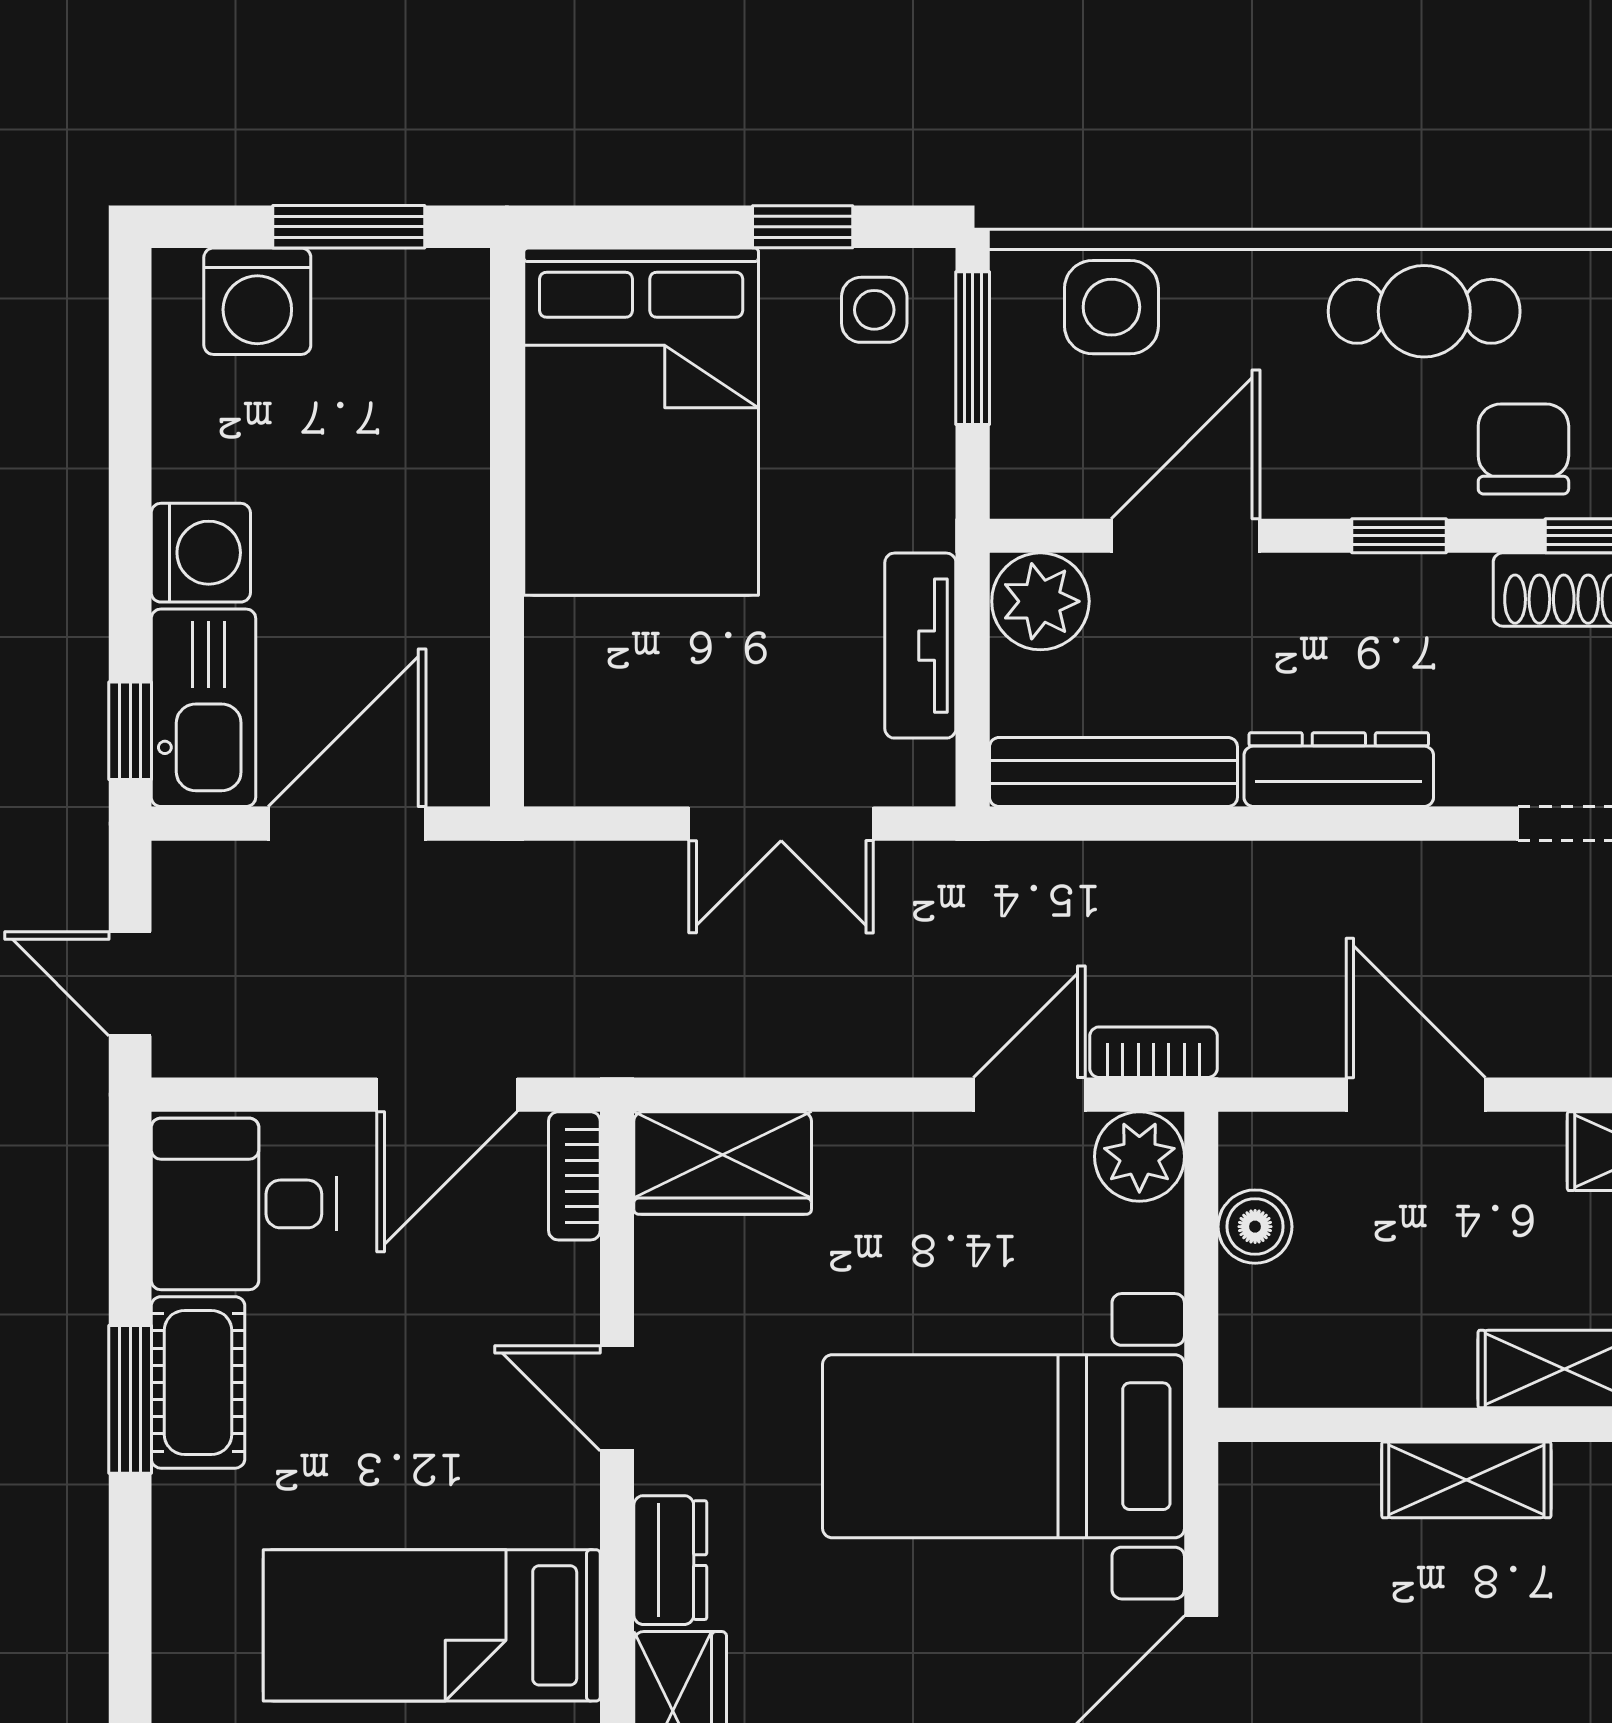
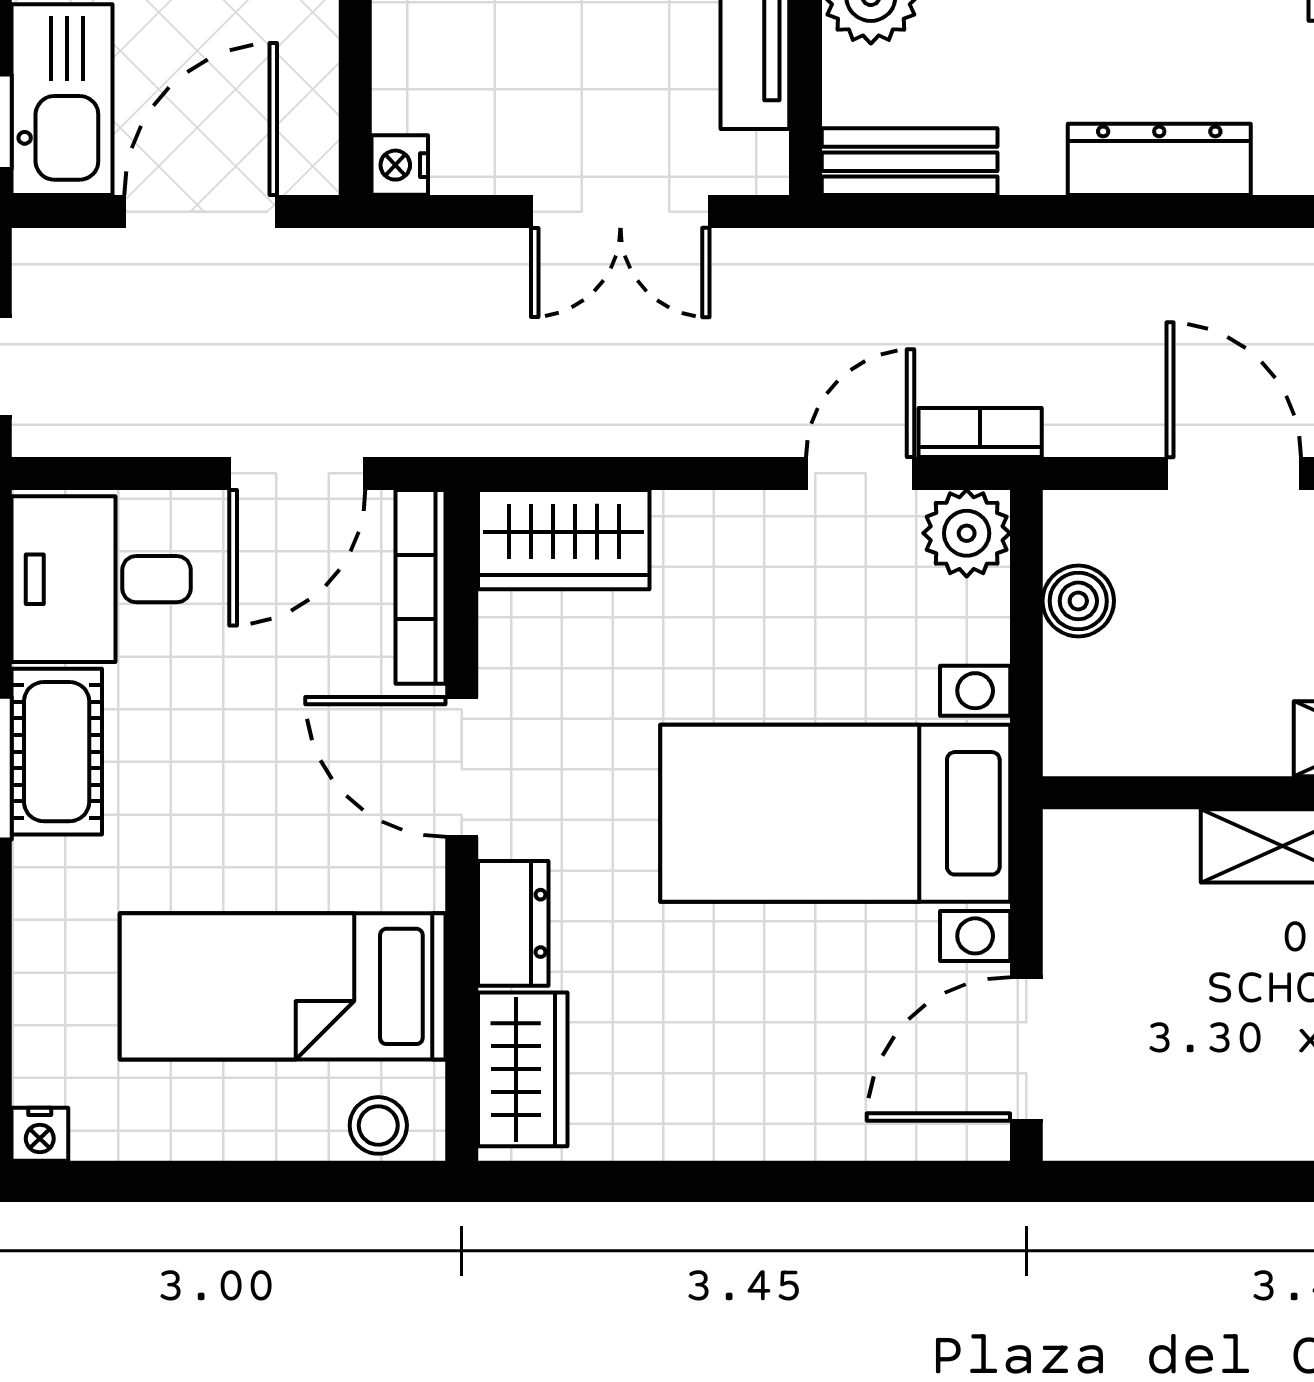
bench: (1113, 772) -> (910, 162), width x0.73
nightstand: (553, 776) -> (400, 165), added
bookcase: (574, 1176) -> (420, 587), width x1.56
door: (617, 1398) -> (462, 767), width x1.38

